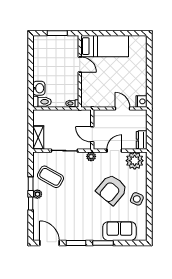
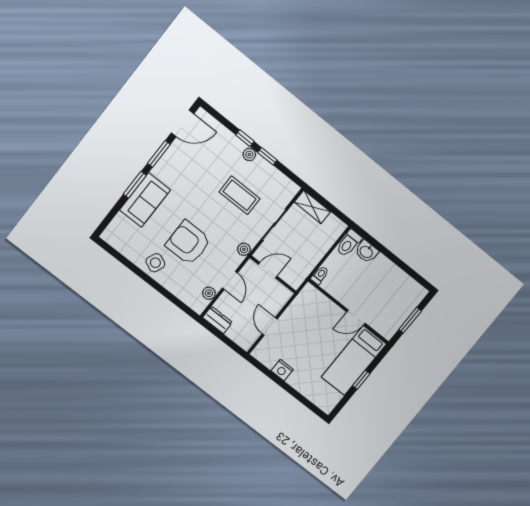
window: (112, 33) -> (361, 380), added
nightstand: (142, 101) -> (282, 370), moved
door: (123, 108) -> (270, 326), swing flipped
plant: (135, 161) -> (209, 293), width x0.53, depth x0.53
coffee table: (50, 177) -> (239, 195), moved, turned 61
armchair: (112, 190) -> (188, 243), turned -40
sofa: (119, 231) -> (145, 200), moved

